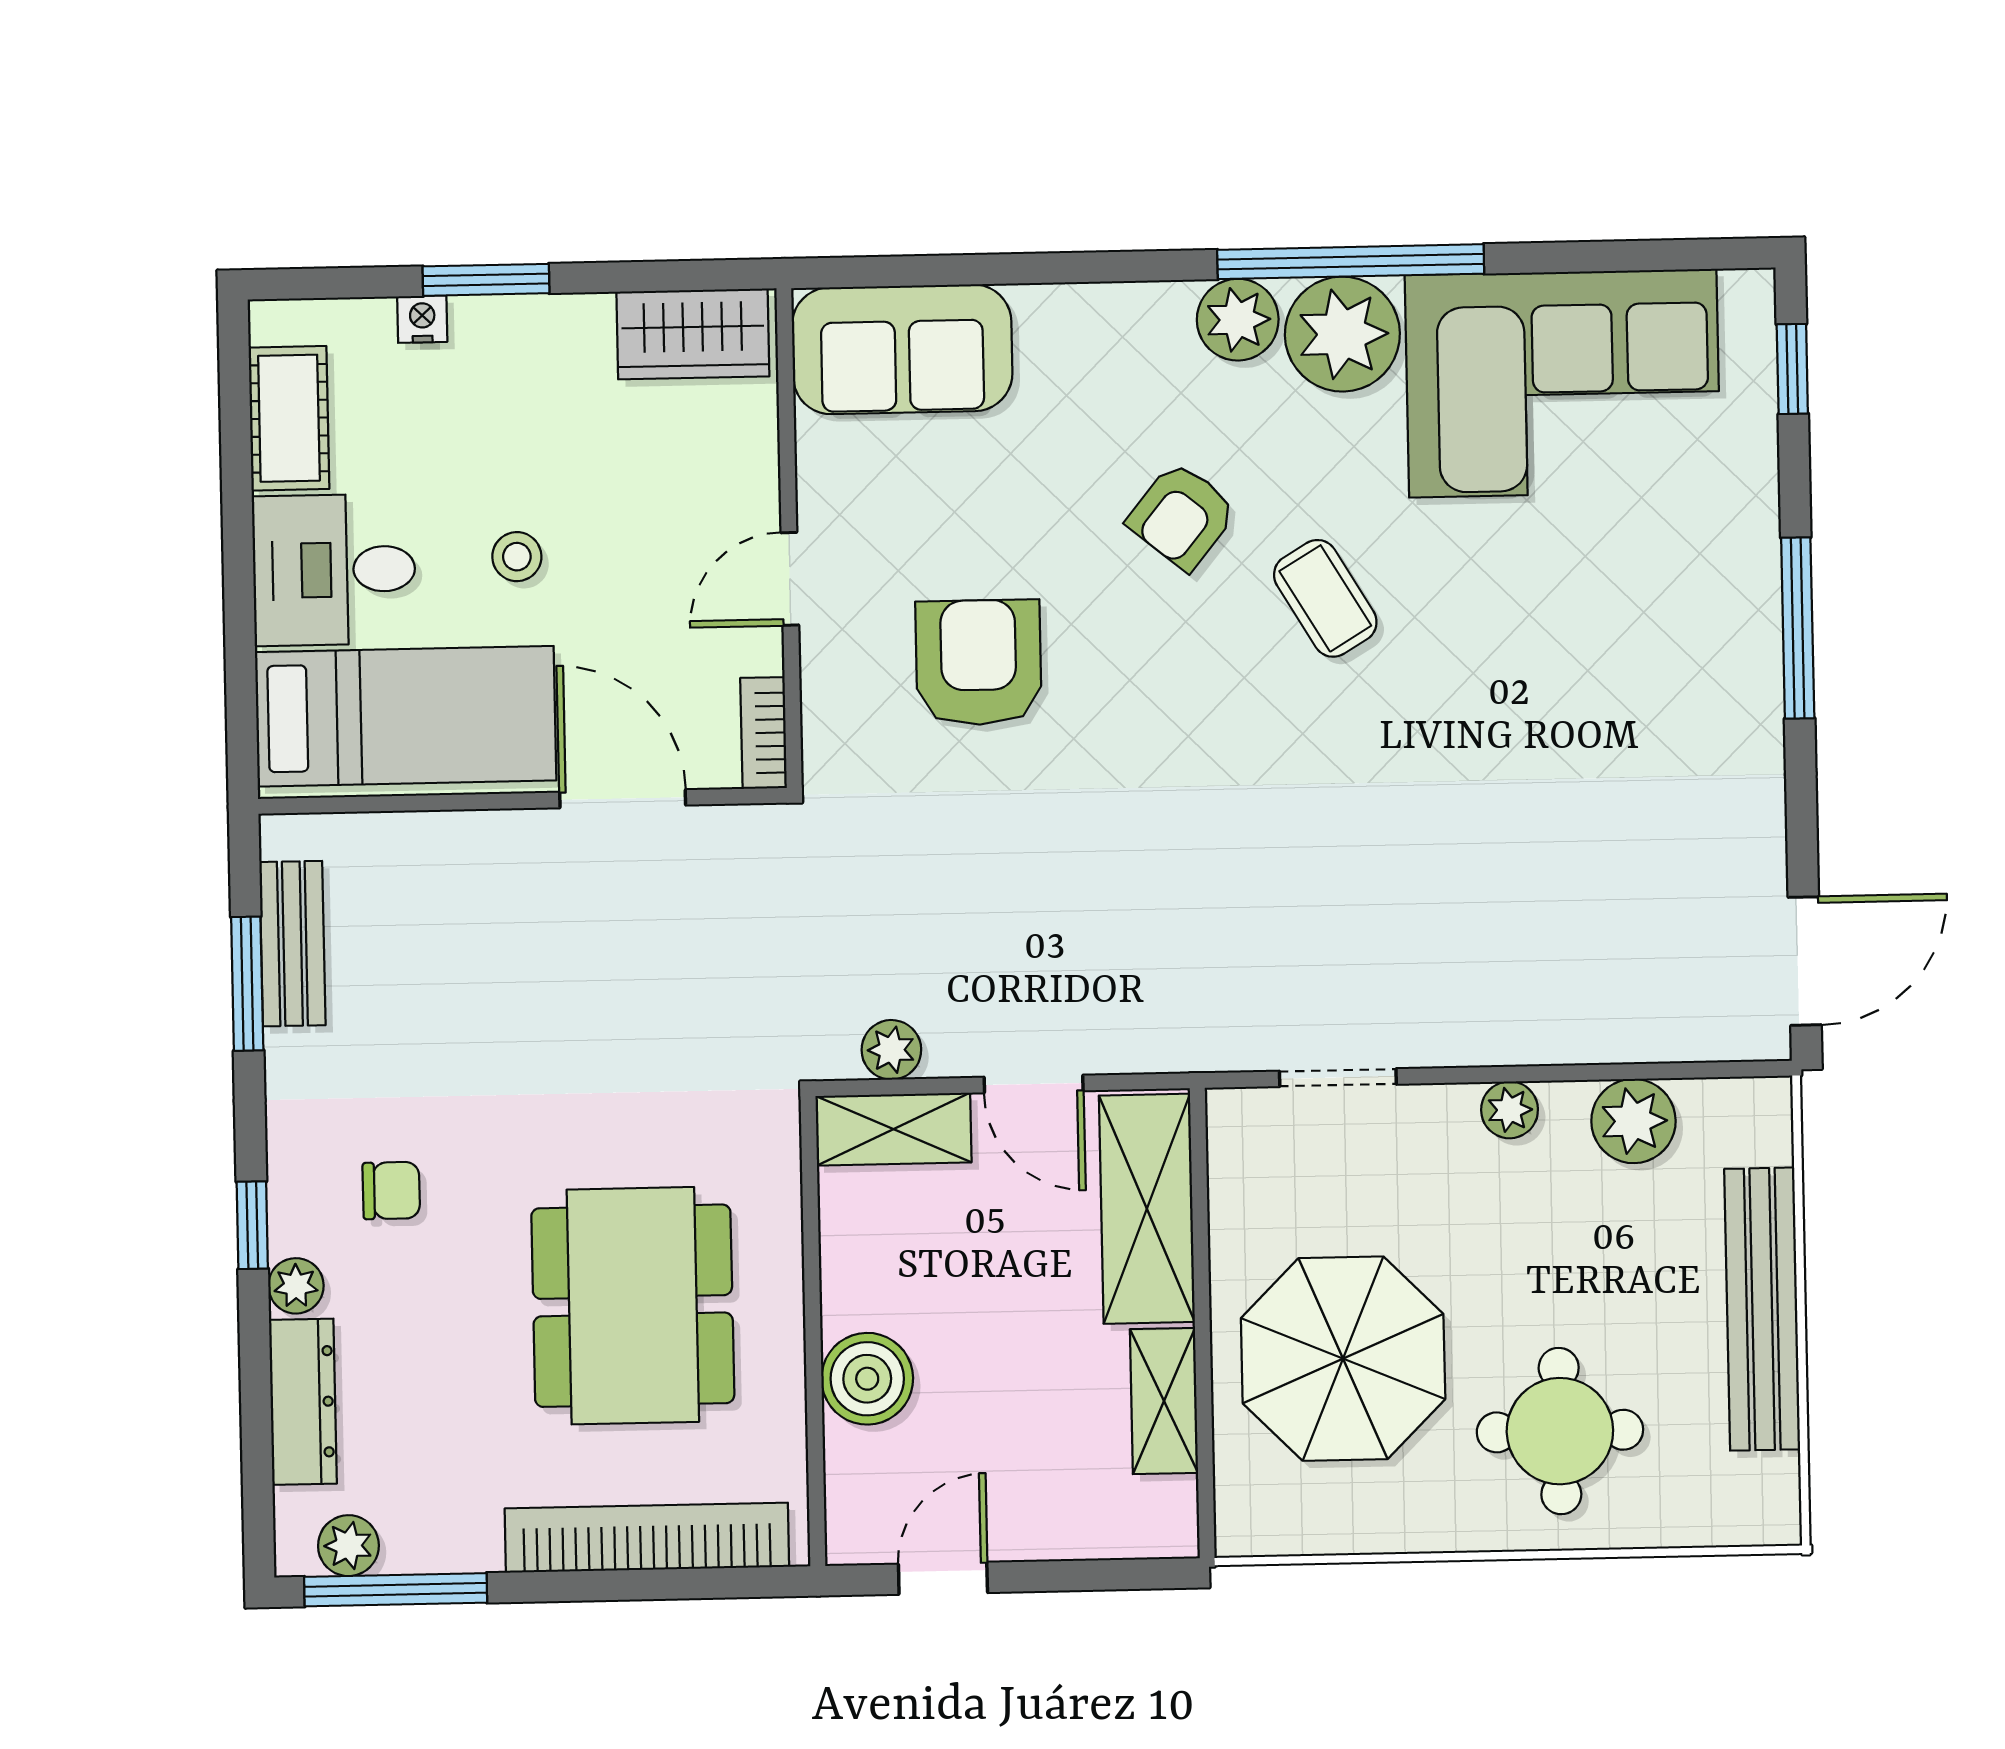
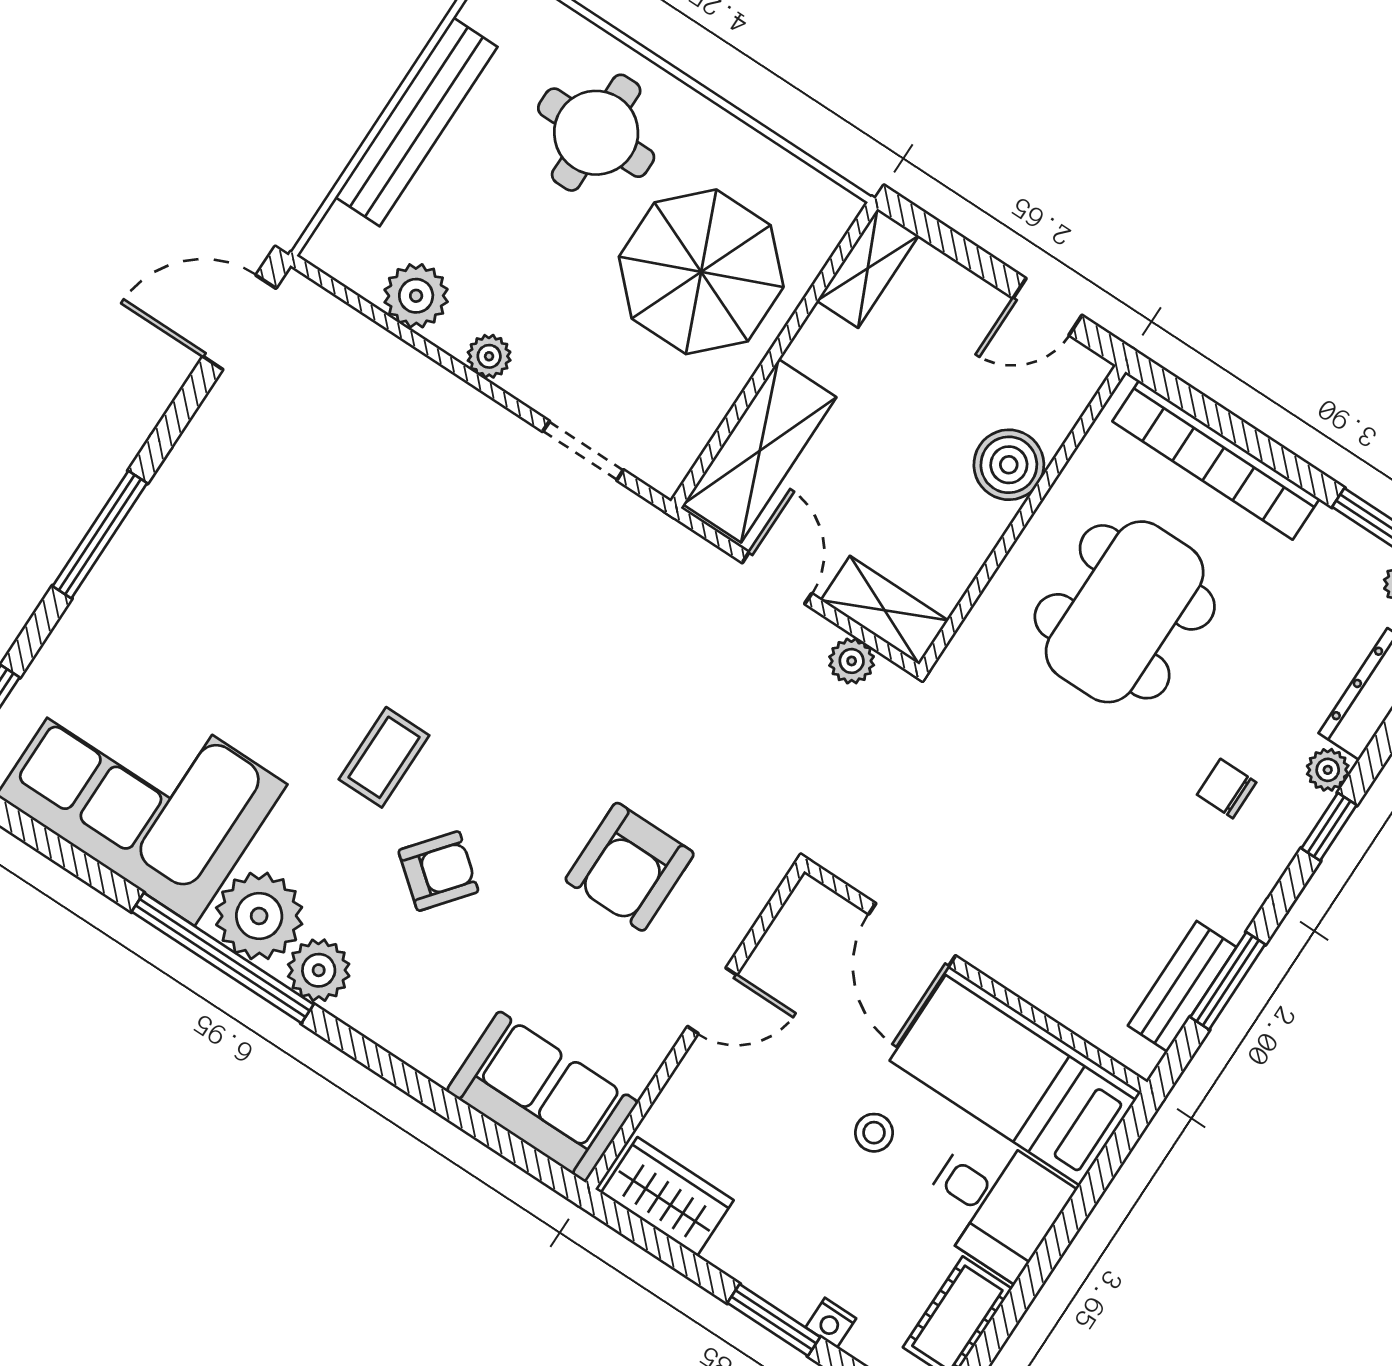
coffee table: (1325, 598) -> (384, 757), turned 31
bookcase: (764, 733) -> (795, 915), removed
shelving: (1164, 1401) -> (868, 268), moved

